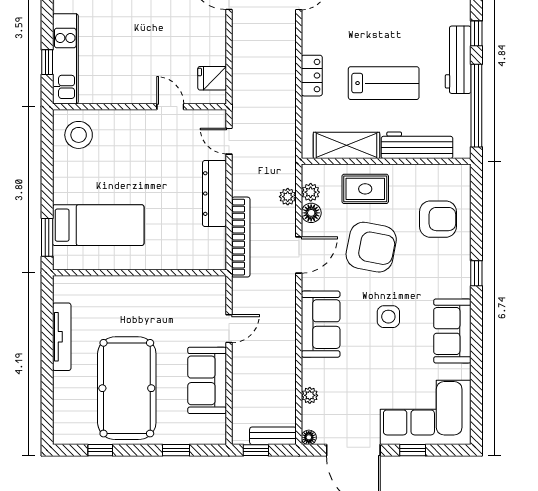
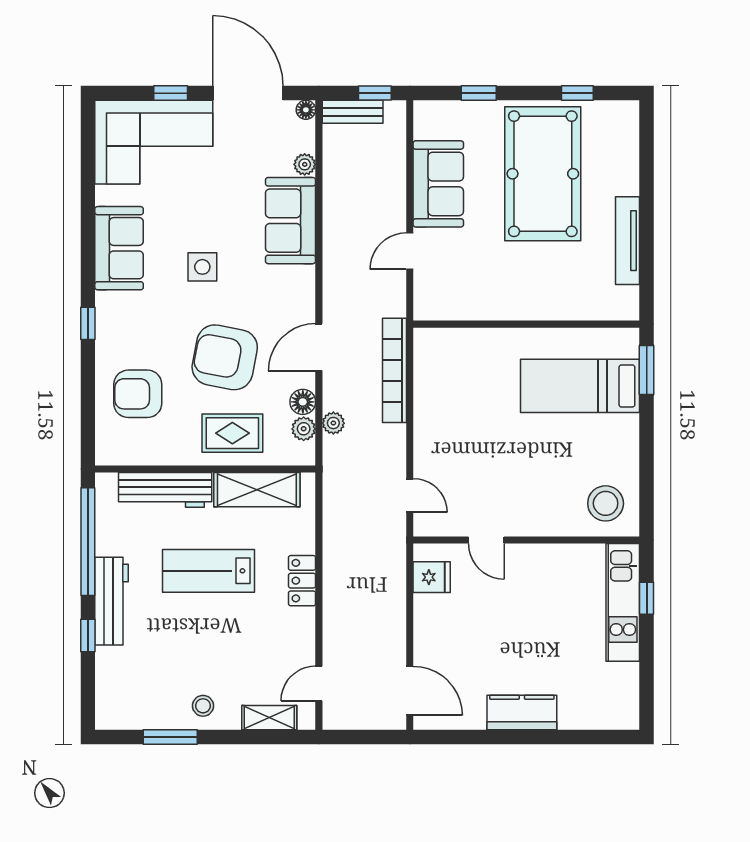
dresser: (215, 194) -> (429, 427), removed
sofa: (321, 324) -> (291, 221), moved

